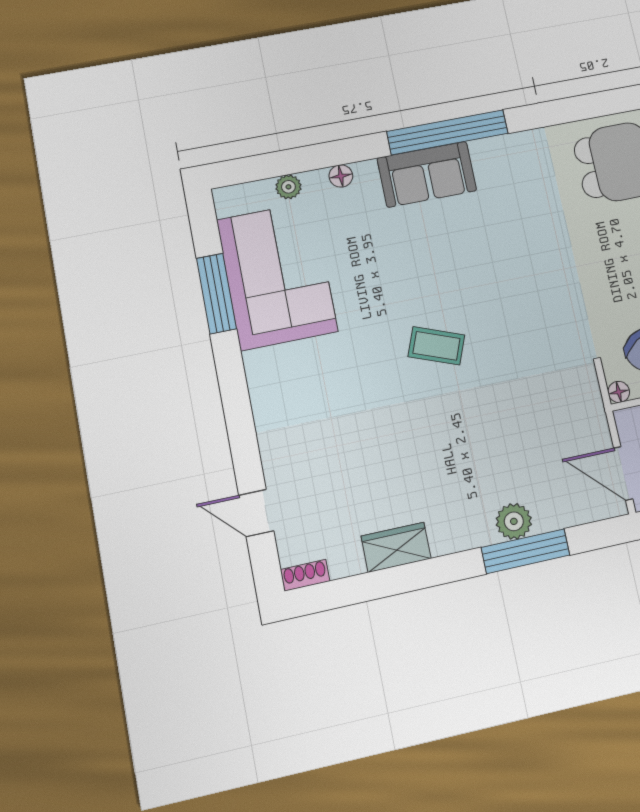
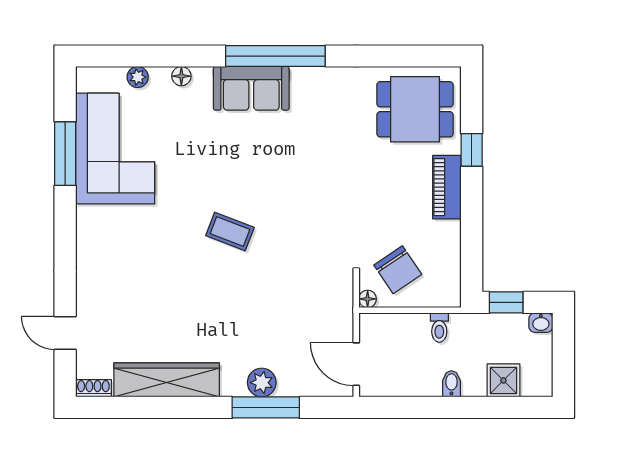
wardrobe: (396, 547) -> (167, 380), width x2.10, depth x1.17

